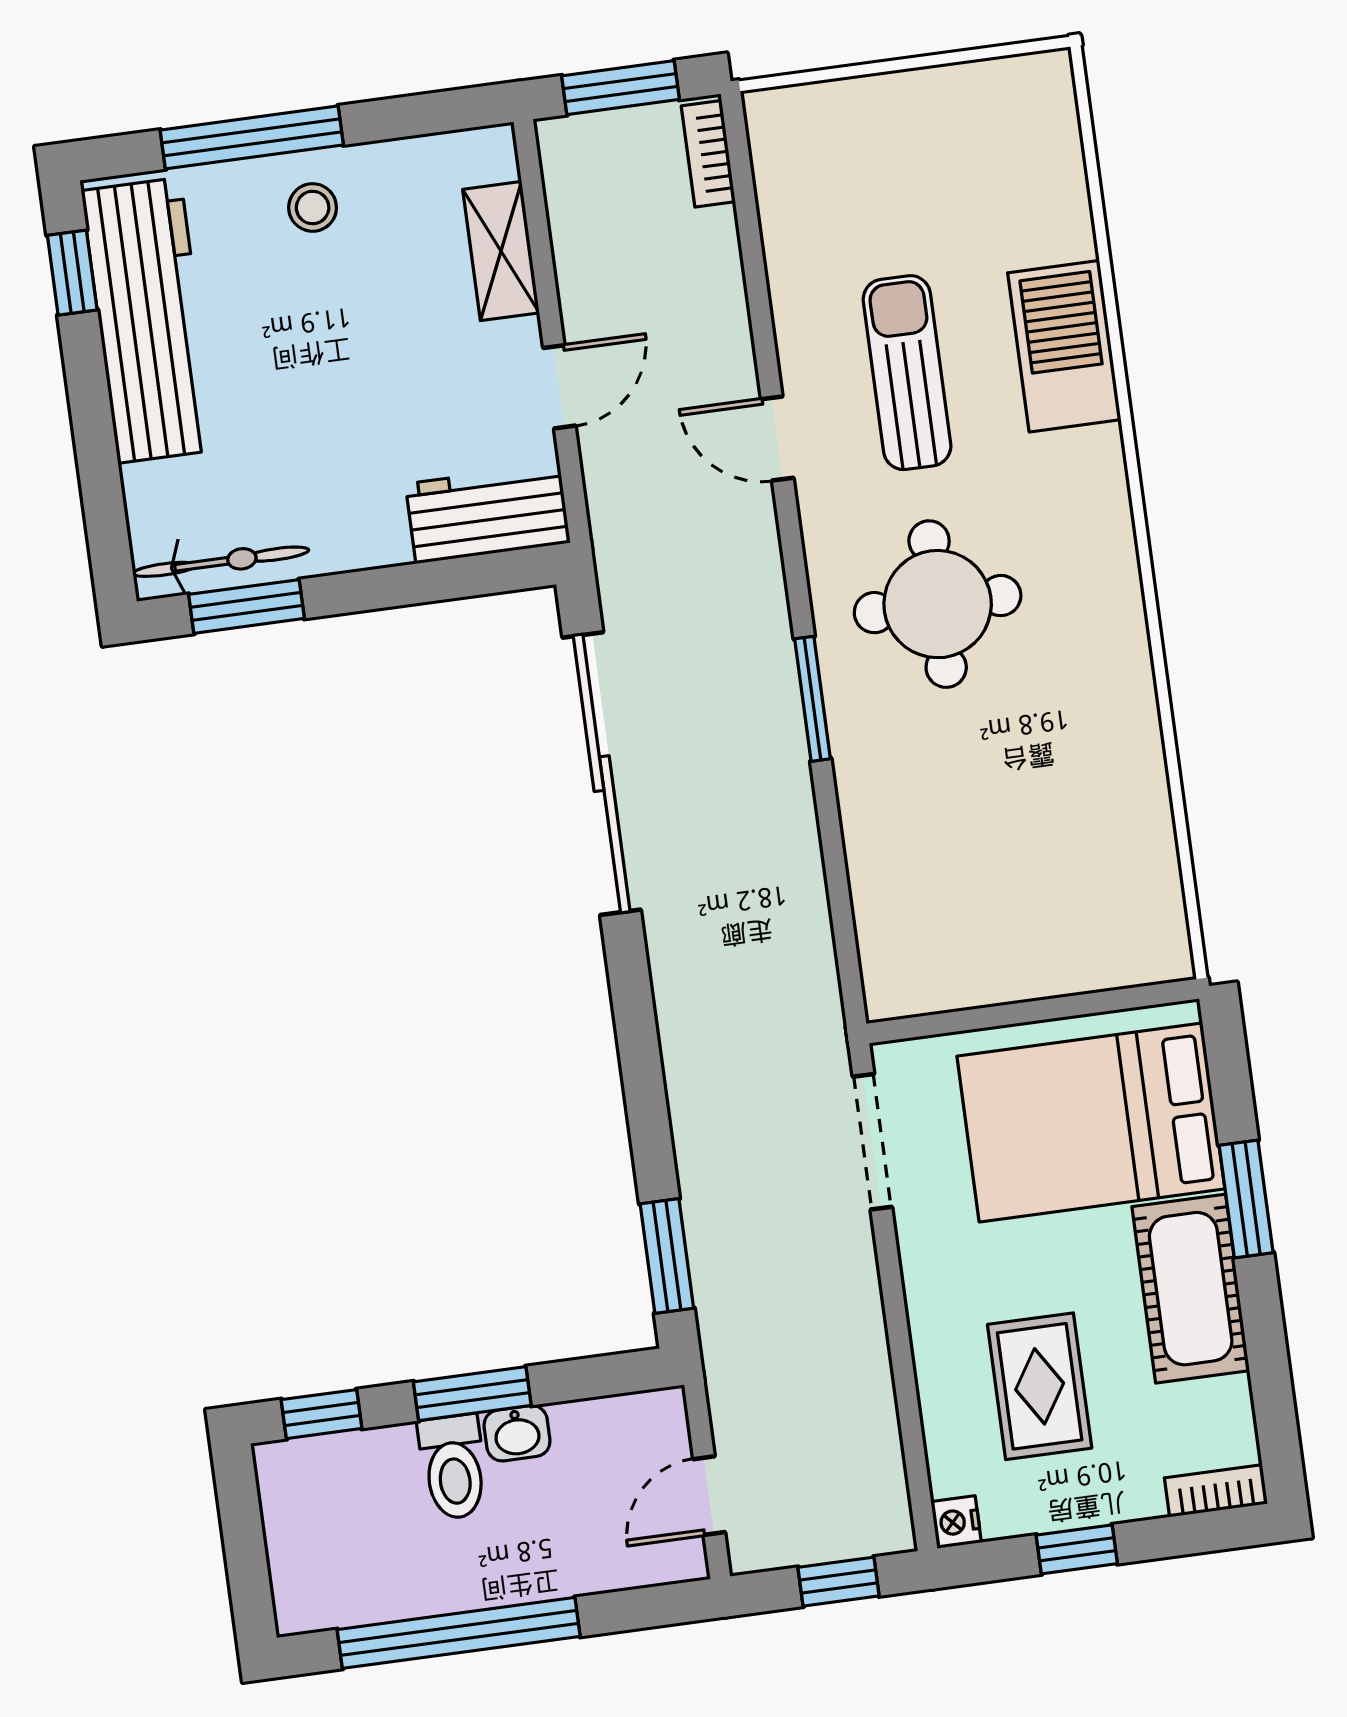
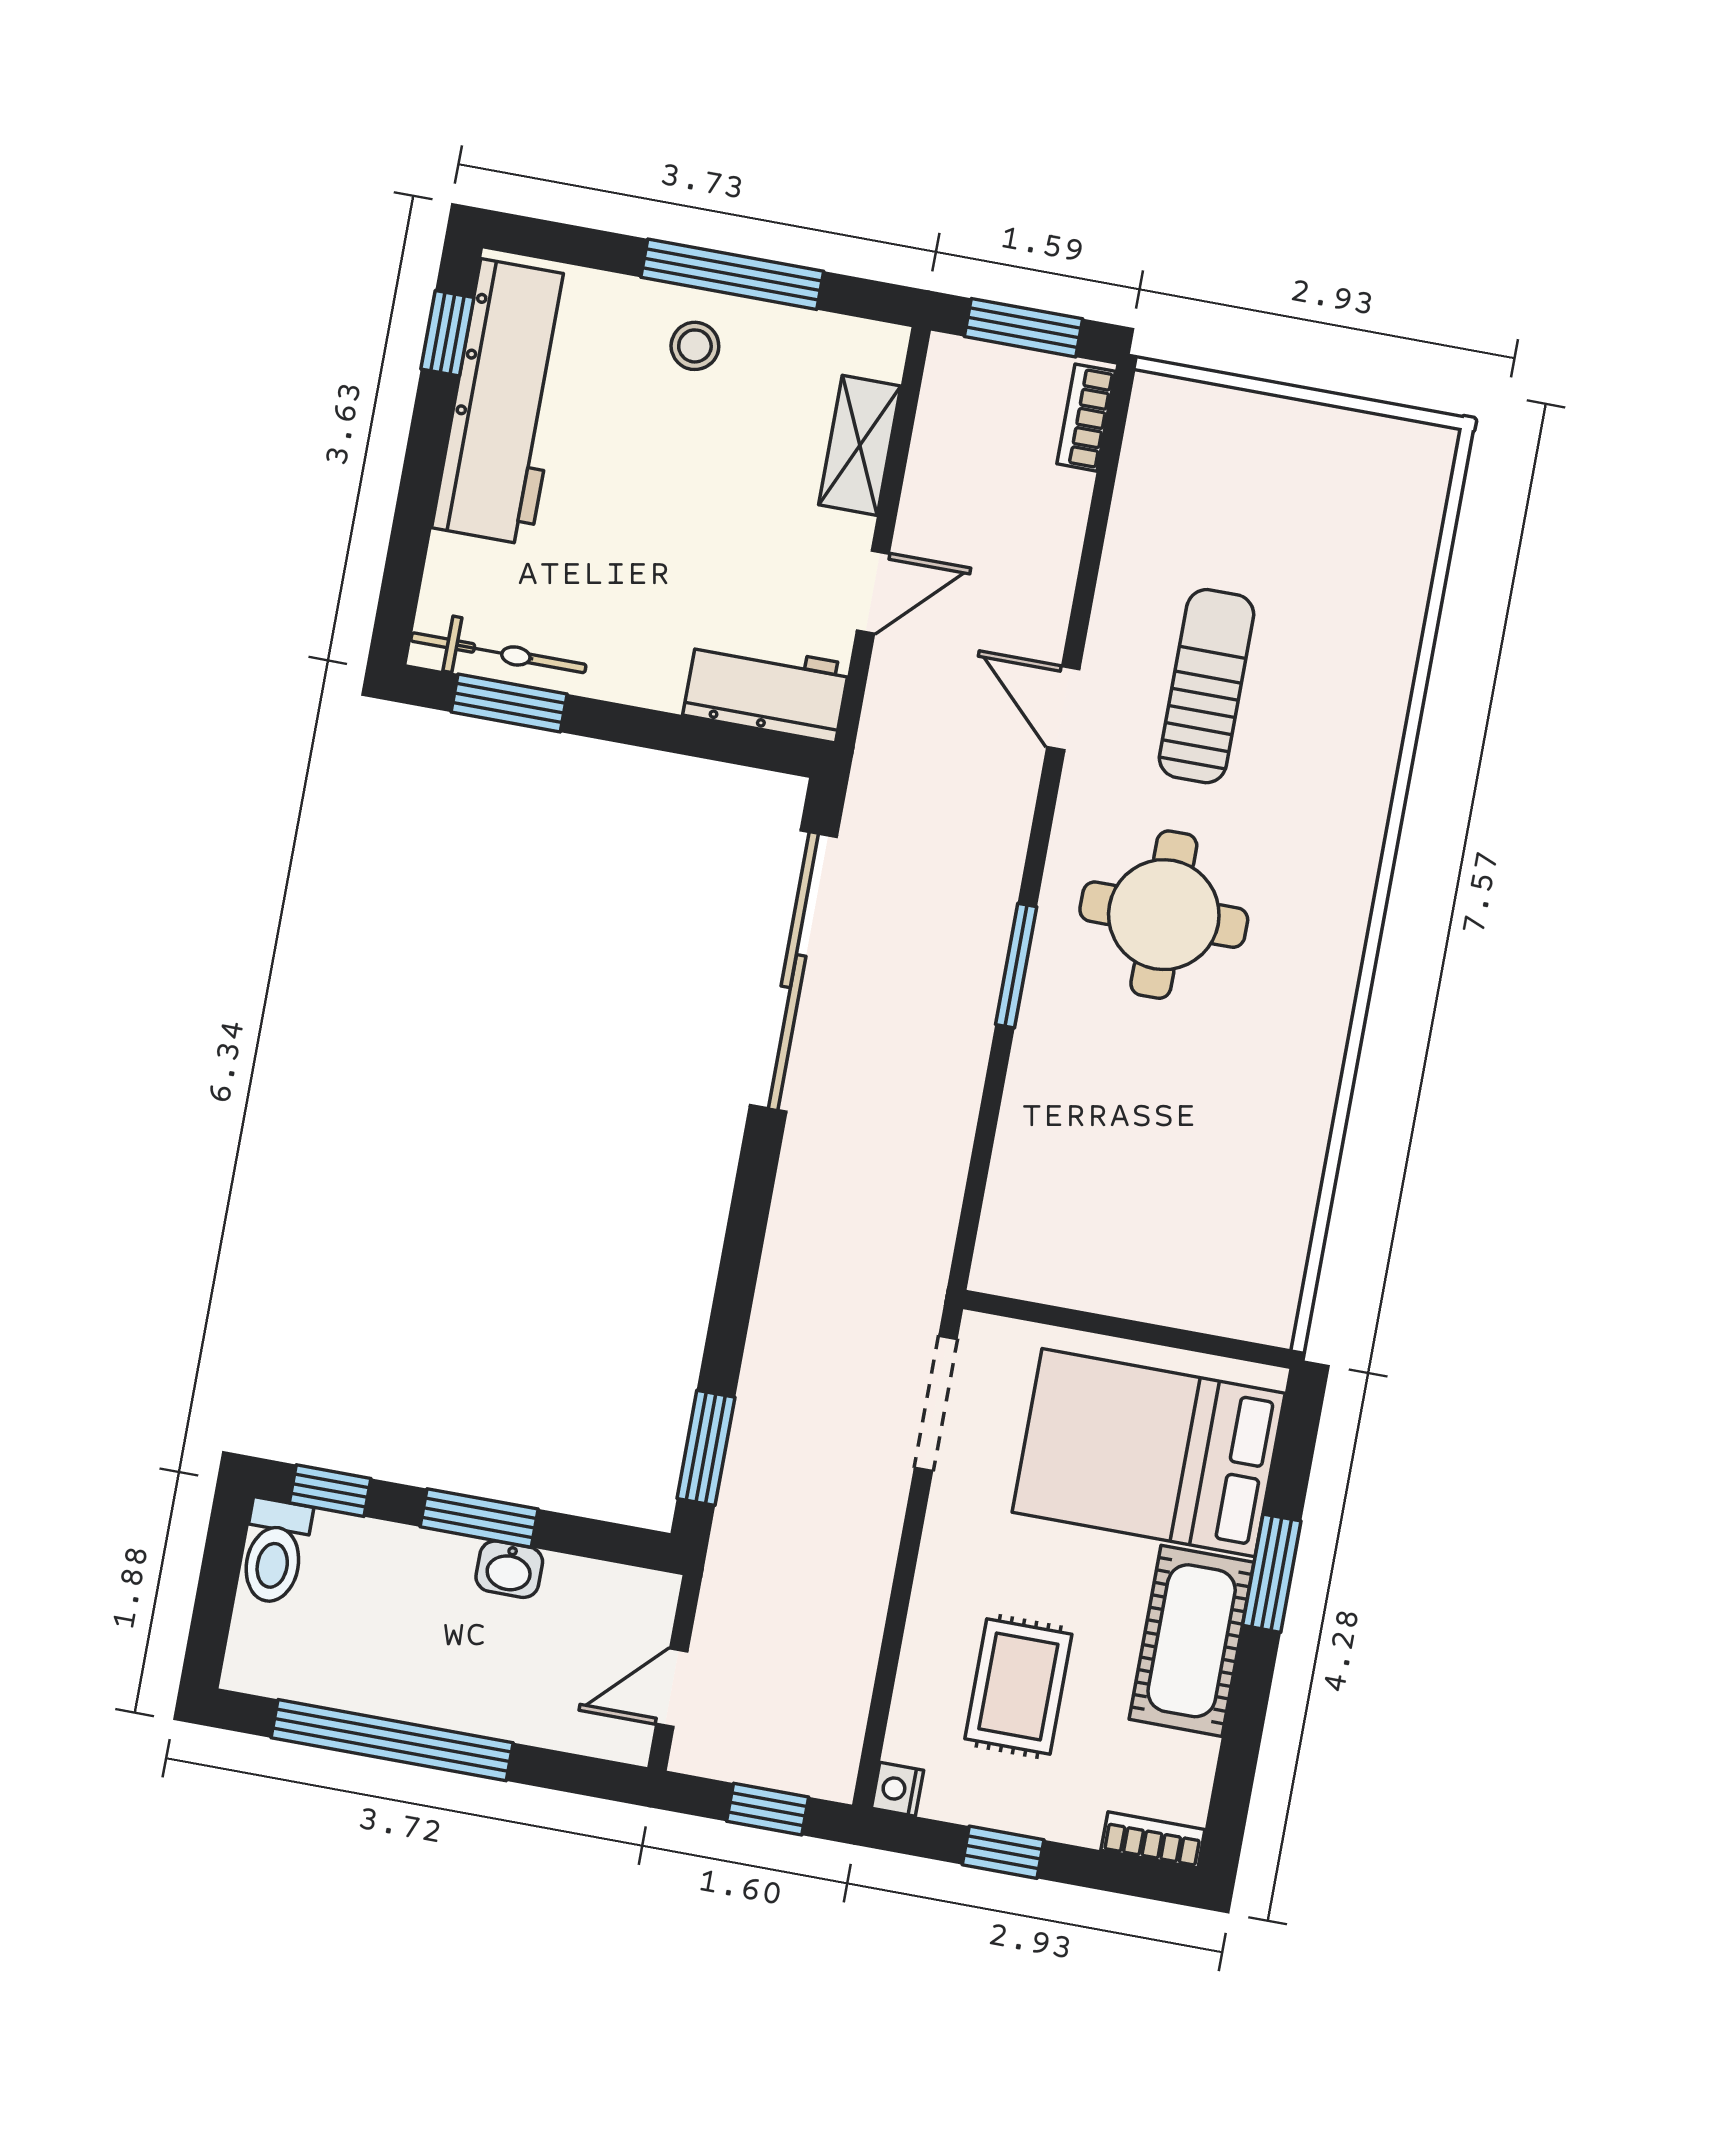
window: (252, 137) -> (732, 274), moved
barbecue: (1064, 346) -> (1364, 710), removed
toilet: (453, 1467) -> (275, 1551), moved

